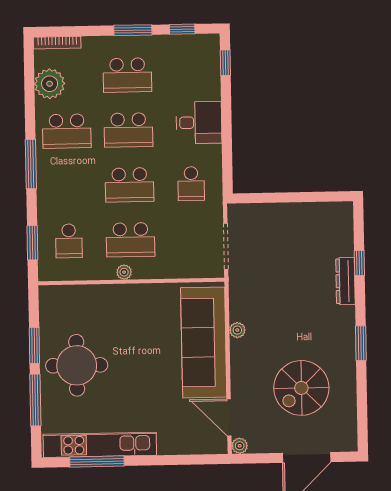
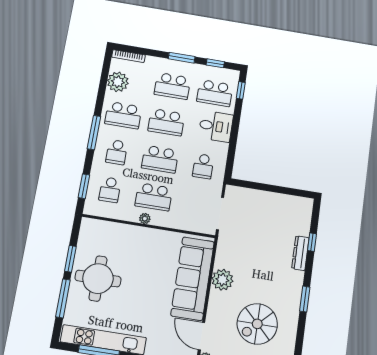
school desk: (189, 74) -> (215, 93), added
school desk: (68, 186) -> (117, 152), added
plant: (237, 330) -> (222, 280), width x1.87, depth x1.87

